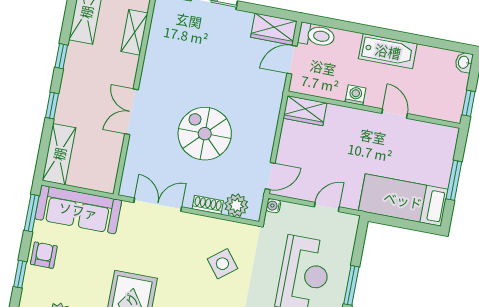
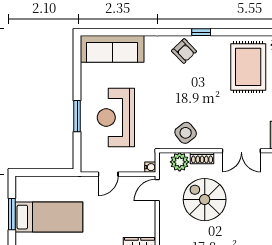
spiral stairs: (205, 134) -> (205, 200), moved, turned 180
bed: (403, 200) -> (49, 217), moved
side table: (222, 264) -> (186, 133), moved

